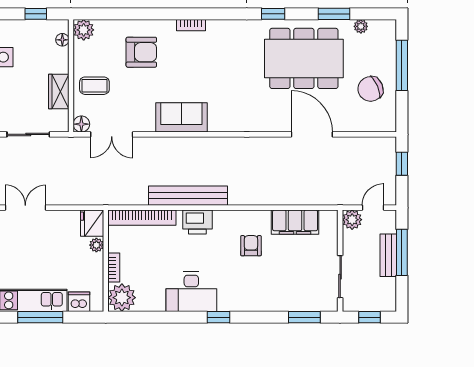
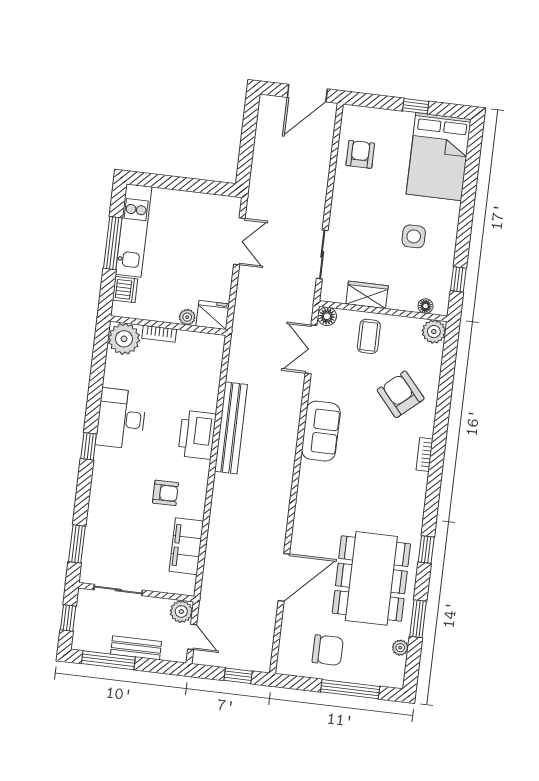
armchair: (141, 52) -> (401, 394), turned 139
chair: (370, 89) -> (328, 650), turned 113
bookcase: (142, 218) -> (212, 372), removed
printer: (197, 222) -> (197, 435), width x1.37, depth x1.19
window: (402, 252) -> (108, 660), moved

